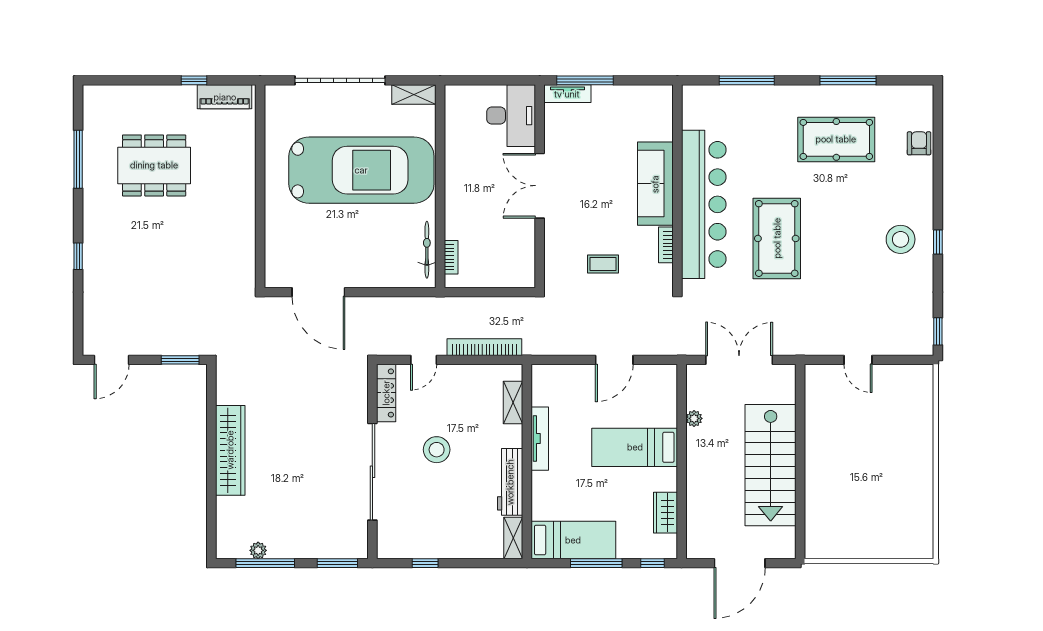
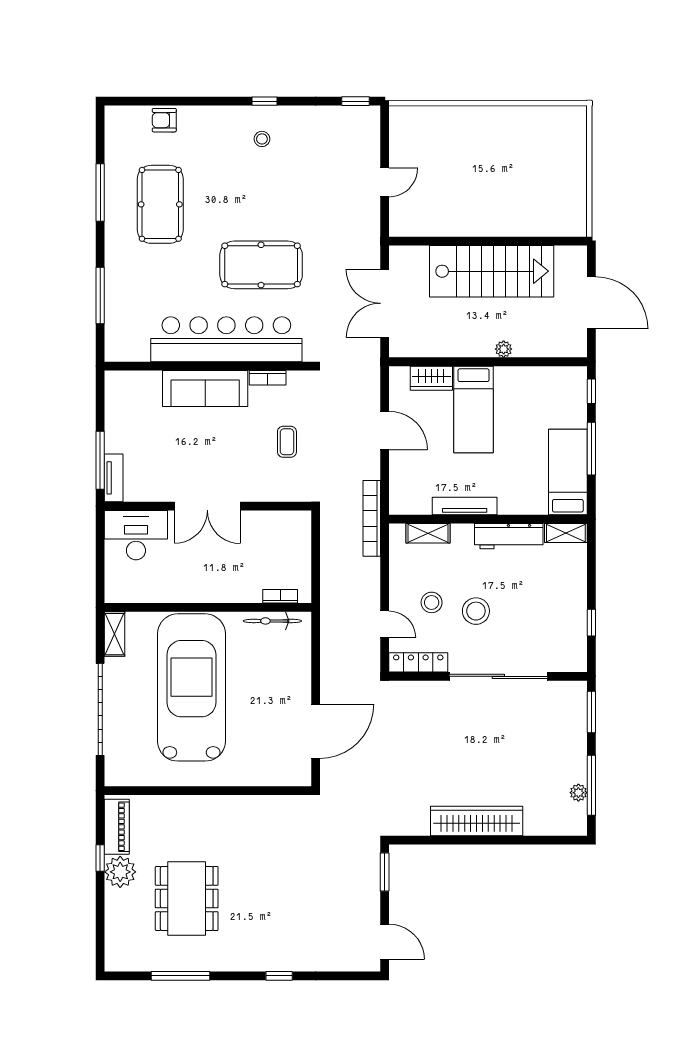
plant: (180, 100) -> (120, 872), added
stool: (901, 239) -> (262, 139), width x0.53, depth x0.53
bookcase: (484, 347) -> (372, 518), moved
stool: (445, 406) -> (432, 602), added
plant: (694, 418) -> (504, 349), moved
wardrobe: (665, 513) -> (431, 378), moved

